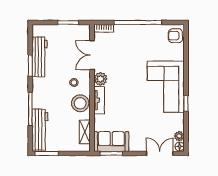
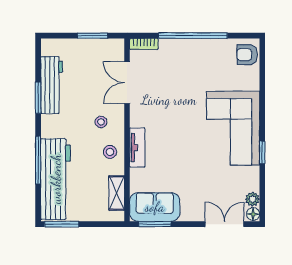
plant: (101, 79) -> (139, 117), removed
stool: (80, 103) -> (110, 152), width x0.53, depth x0.53
workbench: (40, 130) -> (56, 179), width x1.36, depth x1.32

